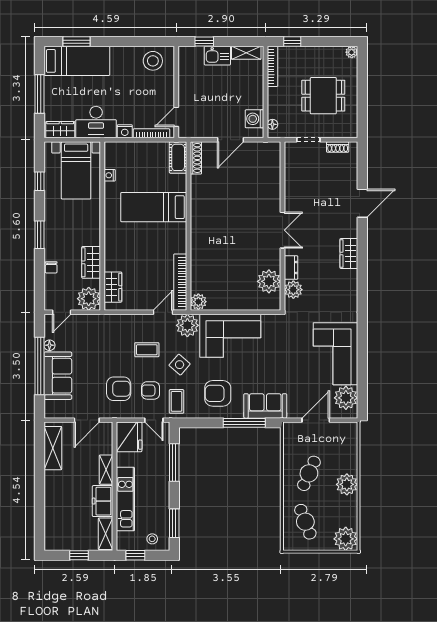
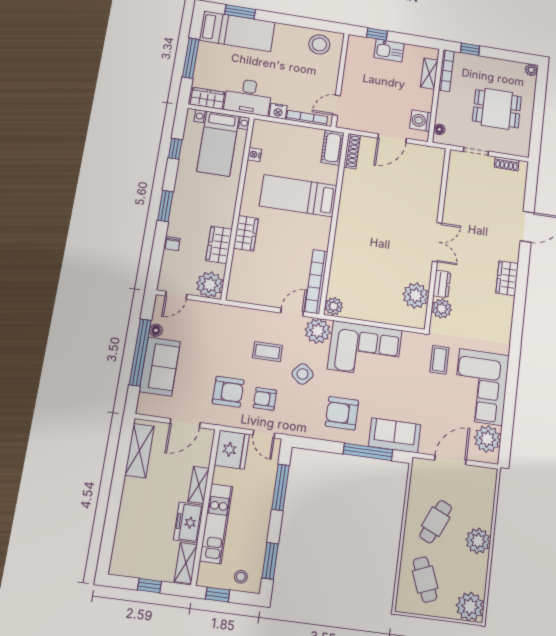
shelving: (246, 53) -> (429, 74), moved, turned 90
wardrobe: (113, 287) -> (246, 233), moved
coffee table: (177, 401) -> (439, 360), moved

